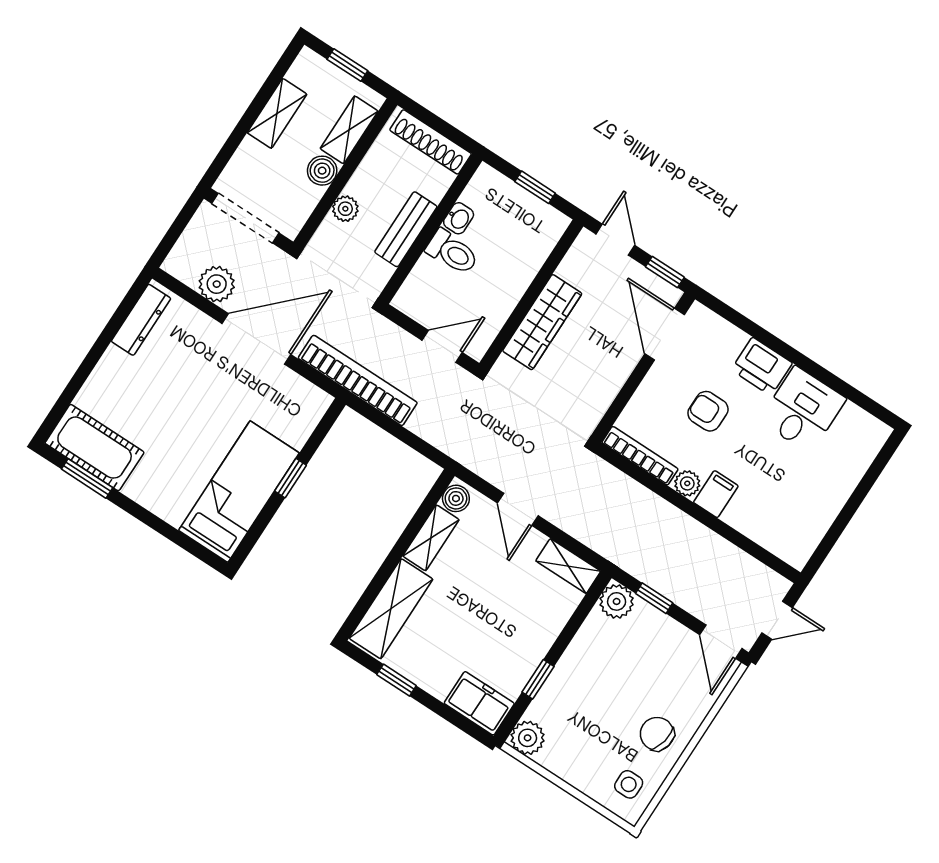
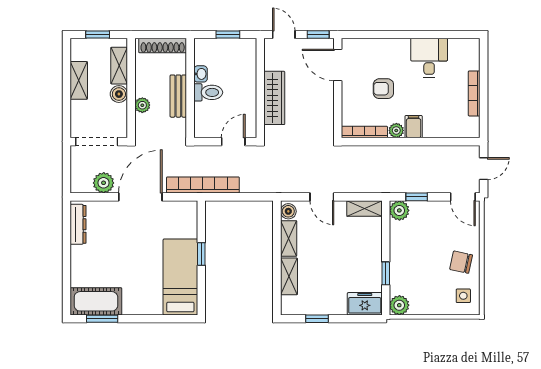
printer: (762, 366) -> (395, 50), removed
bookcase: (834, 503) -> (474, 93), added
shelving: (391, 609) -> (289, 276), width x0.67, depth x0.75

